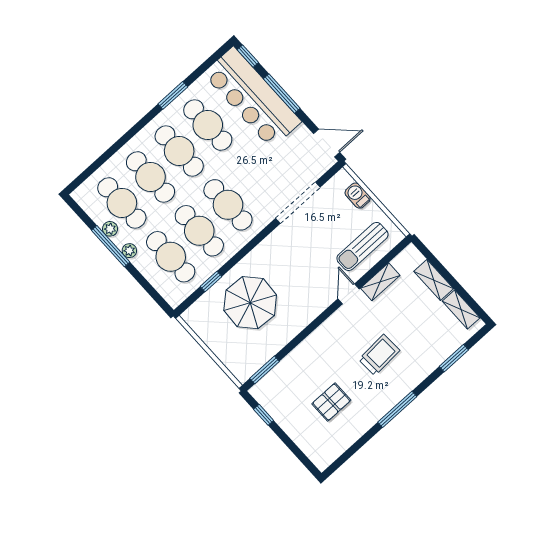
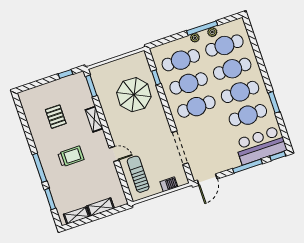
bar counter: (252, 98) -> (261, 145), width x0.73
shelving: (380, 282) -> (94, 119), moved
trolley: (379, 355) -> (71, 156), turned -87
window: (397, 409) -> (40, 168), moved

